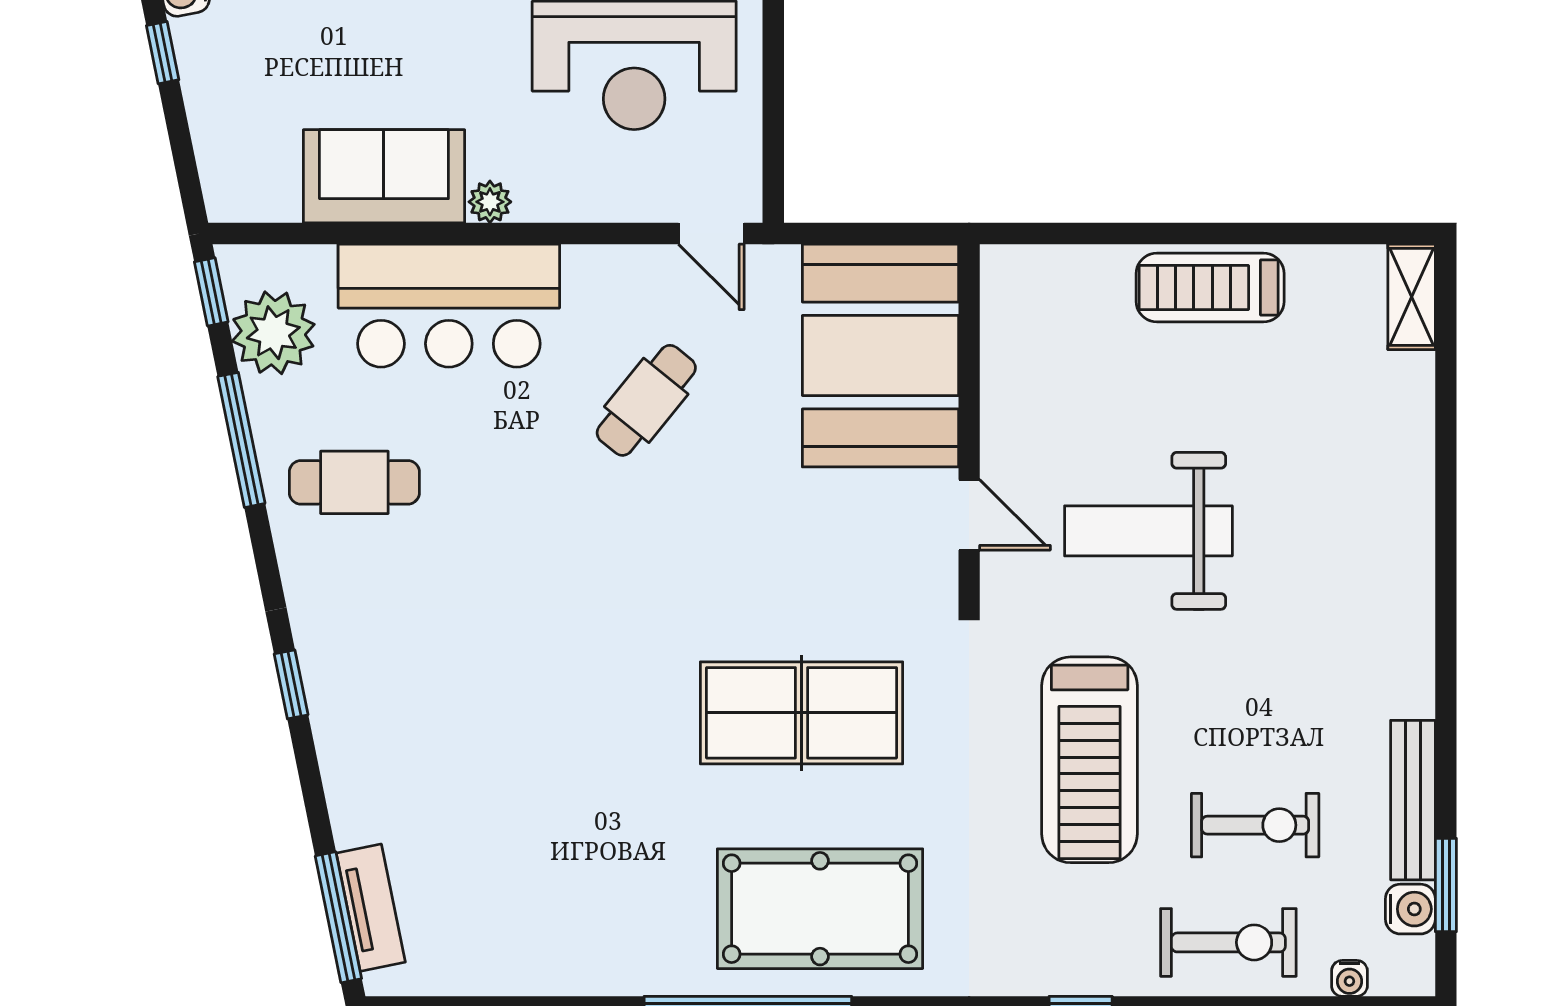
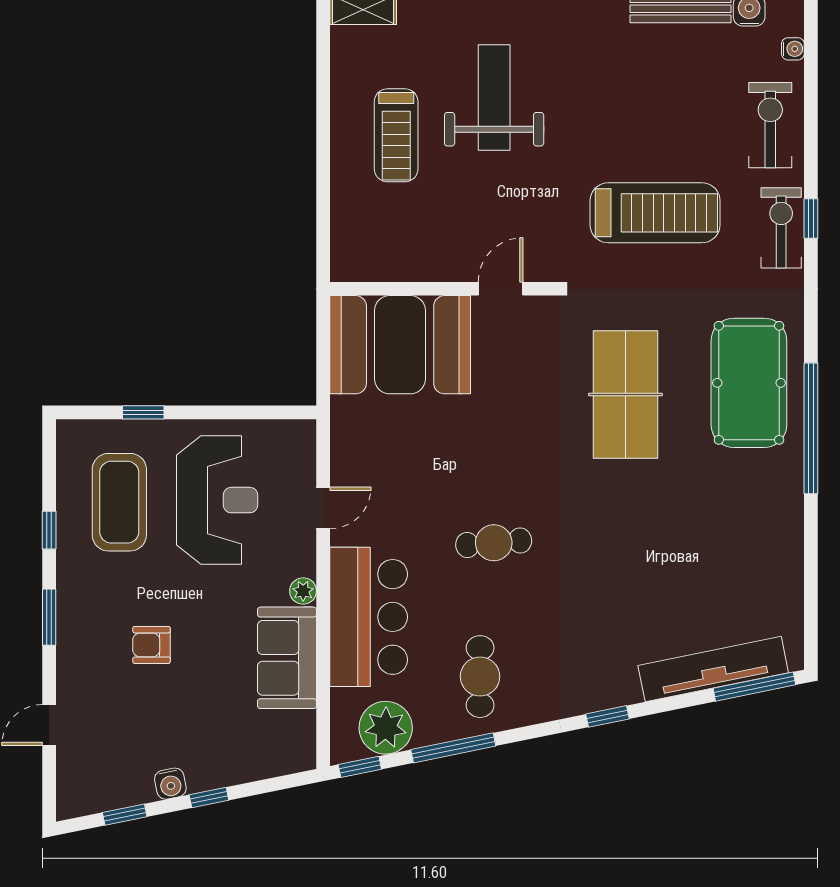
door: (711, 234) -> (323, 508), moved
treadmill: (1210, 288) -> (396, 135), moved
cafe table: (646, 400) -> (494, 543), moved, turned -44
weight bench: (1148, 531) -> (494, 97), moved, turned 180
exercise bike: (1255, 825) -> (781, 228), moved
tv unit: (371, 908) -> (713, 669), width x1.92, depth x1.29

